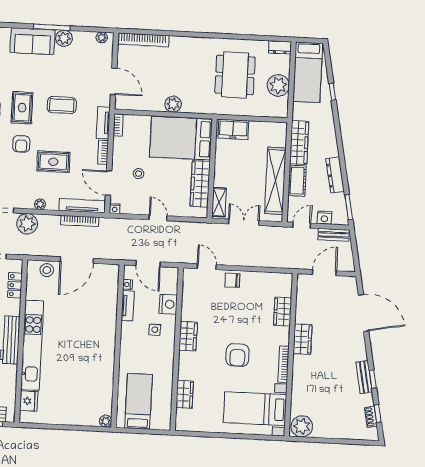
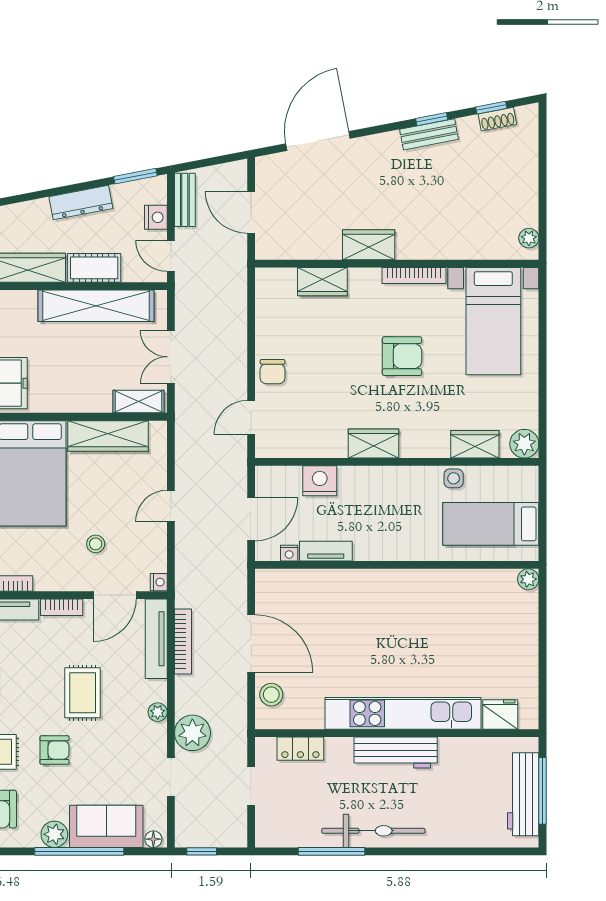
side table: (155, 330) -> (454, 478), moved
plant: (184, 423) -> (524, 444), added
plant: (302, 426) -> (529, 238), width x0.53, depth x0.53

